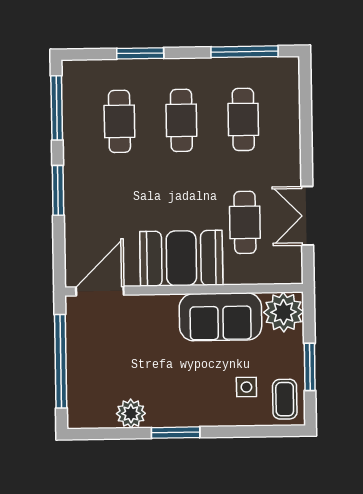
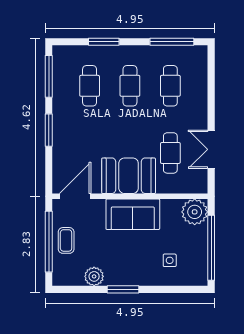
sofa: (220, 317) -> (133, 214), moved
window: (310, 367) -> (211, 248), width x2.11
coffee table: (285, 399) -> (66, 240), moved

